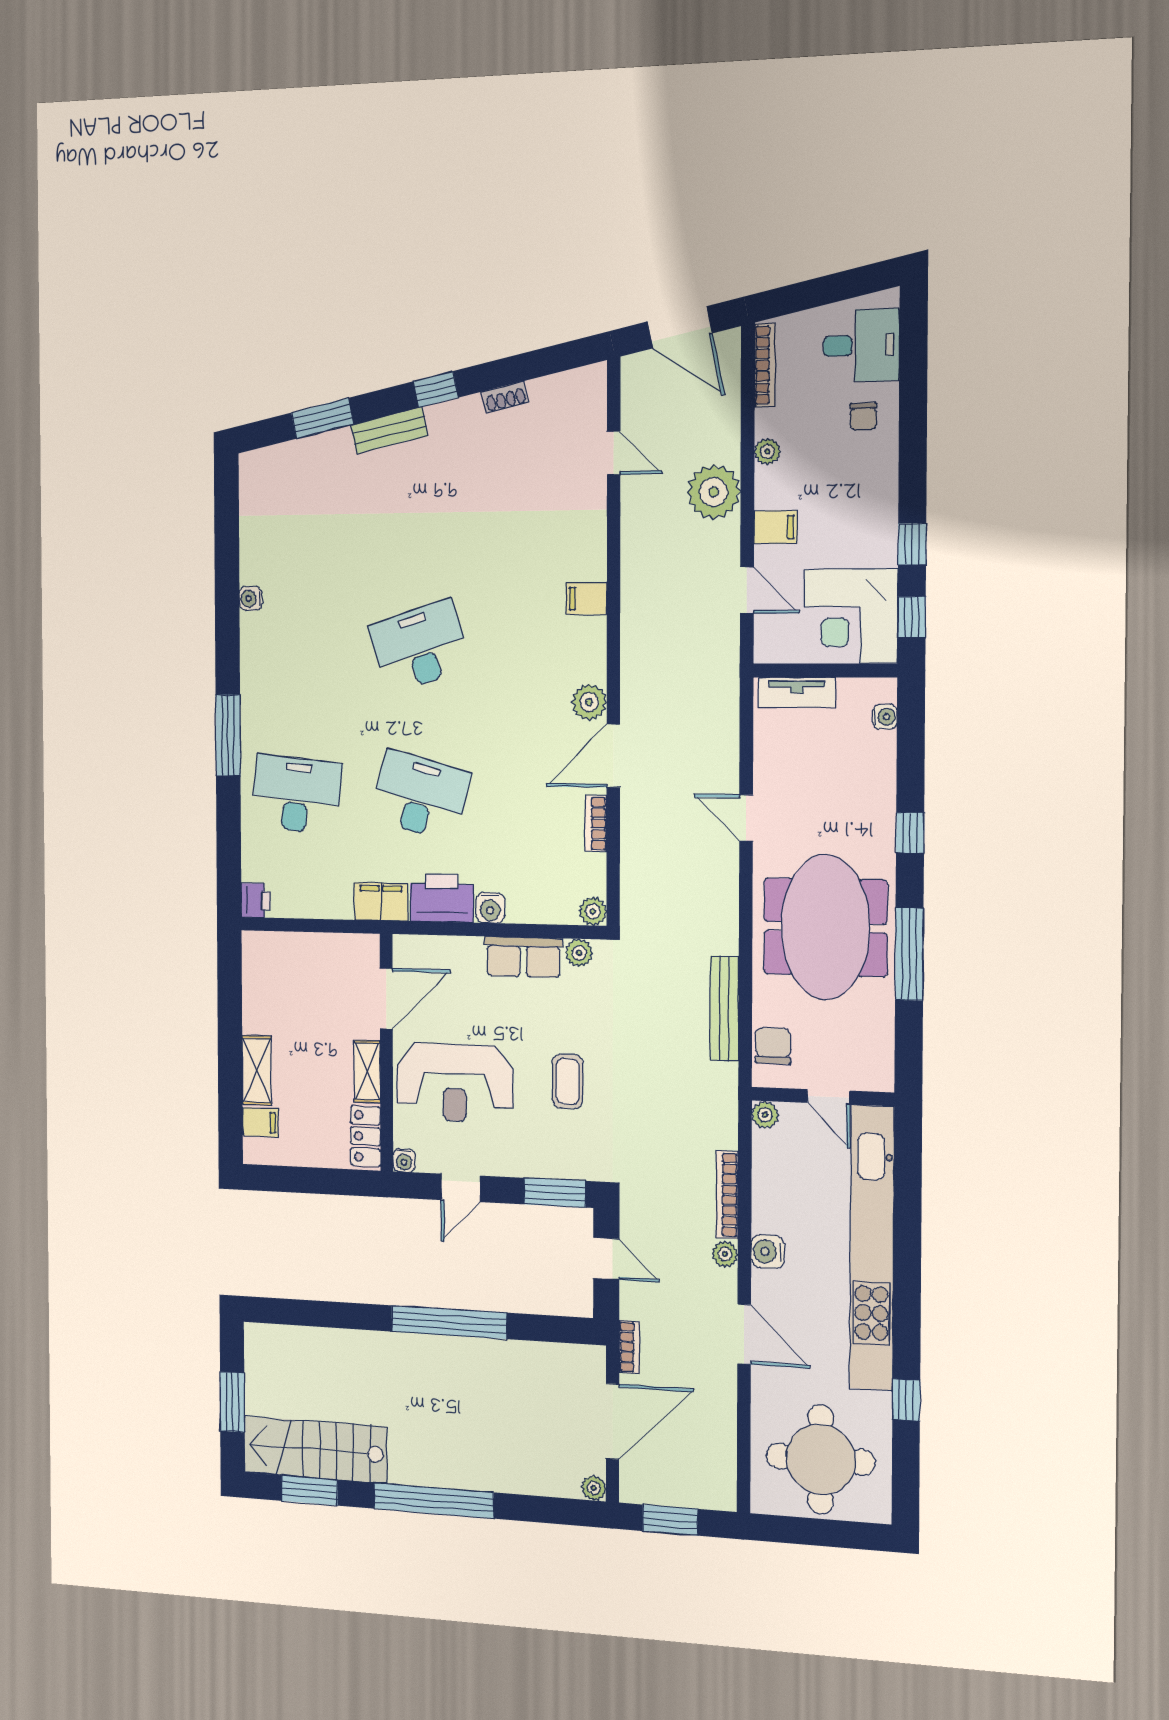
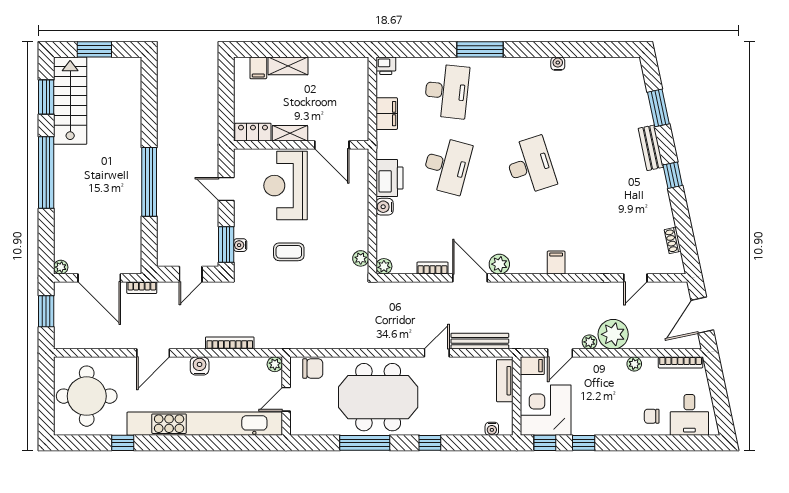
shoe rack: (505, 397) -> (673, 240), moved
filing cabinet: (776, 527) -> (532, 366), moved, turned -90
filing cabinet: (381, 902) -> (387, 114), moved
row of seats: (523, 957) -> (358, 226), removed
bench: (724, 1009) -> (480, 341), moved
water cooler: (404, 1160) -> (240, 245), moved
plant: (725, 1254) -> (589, 342), moved

